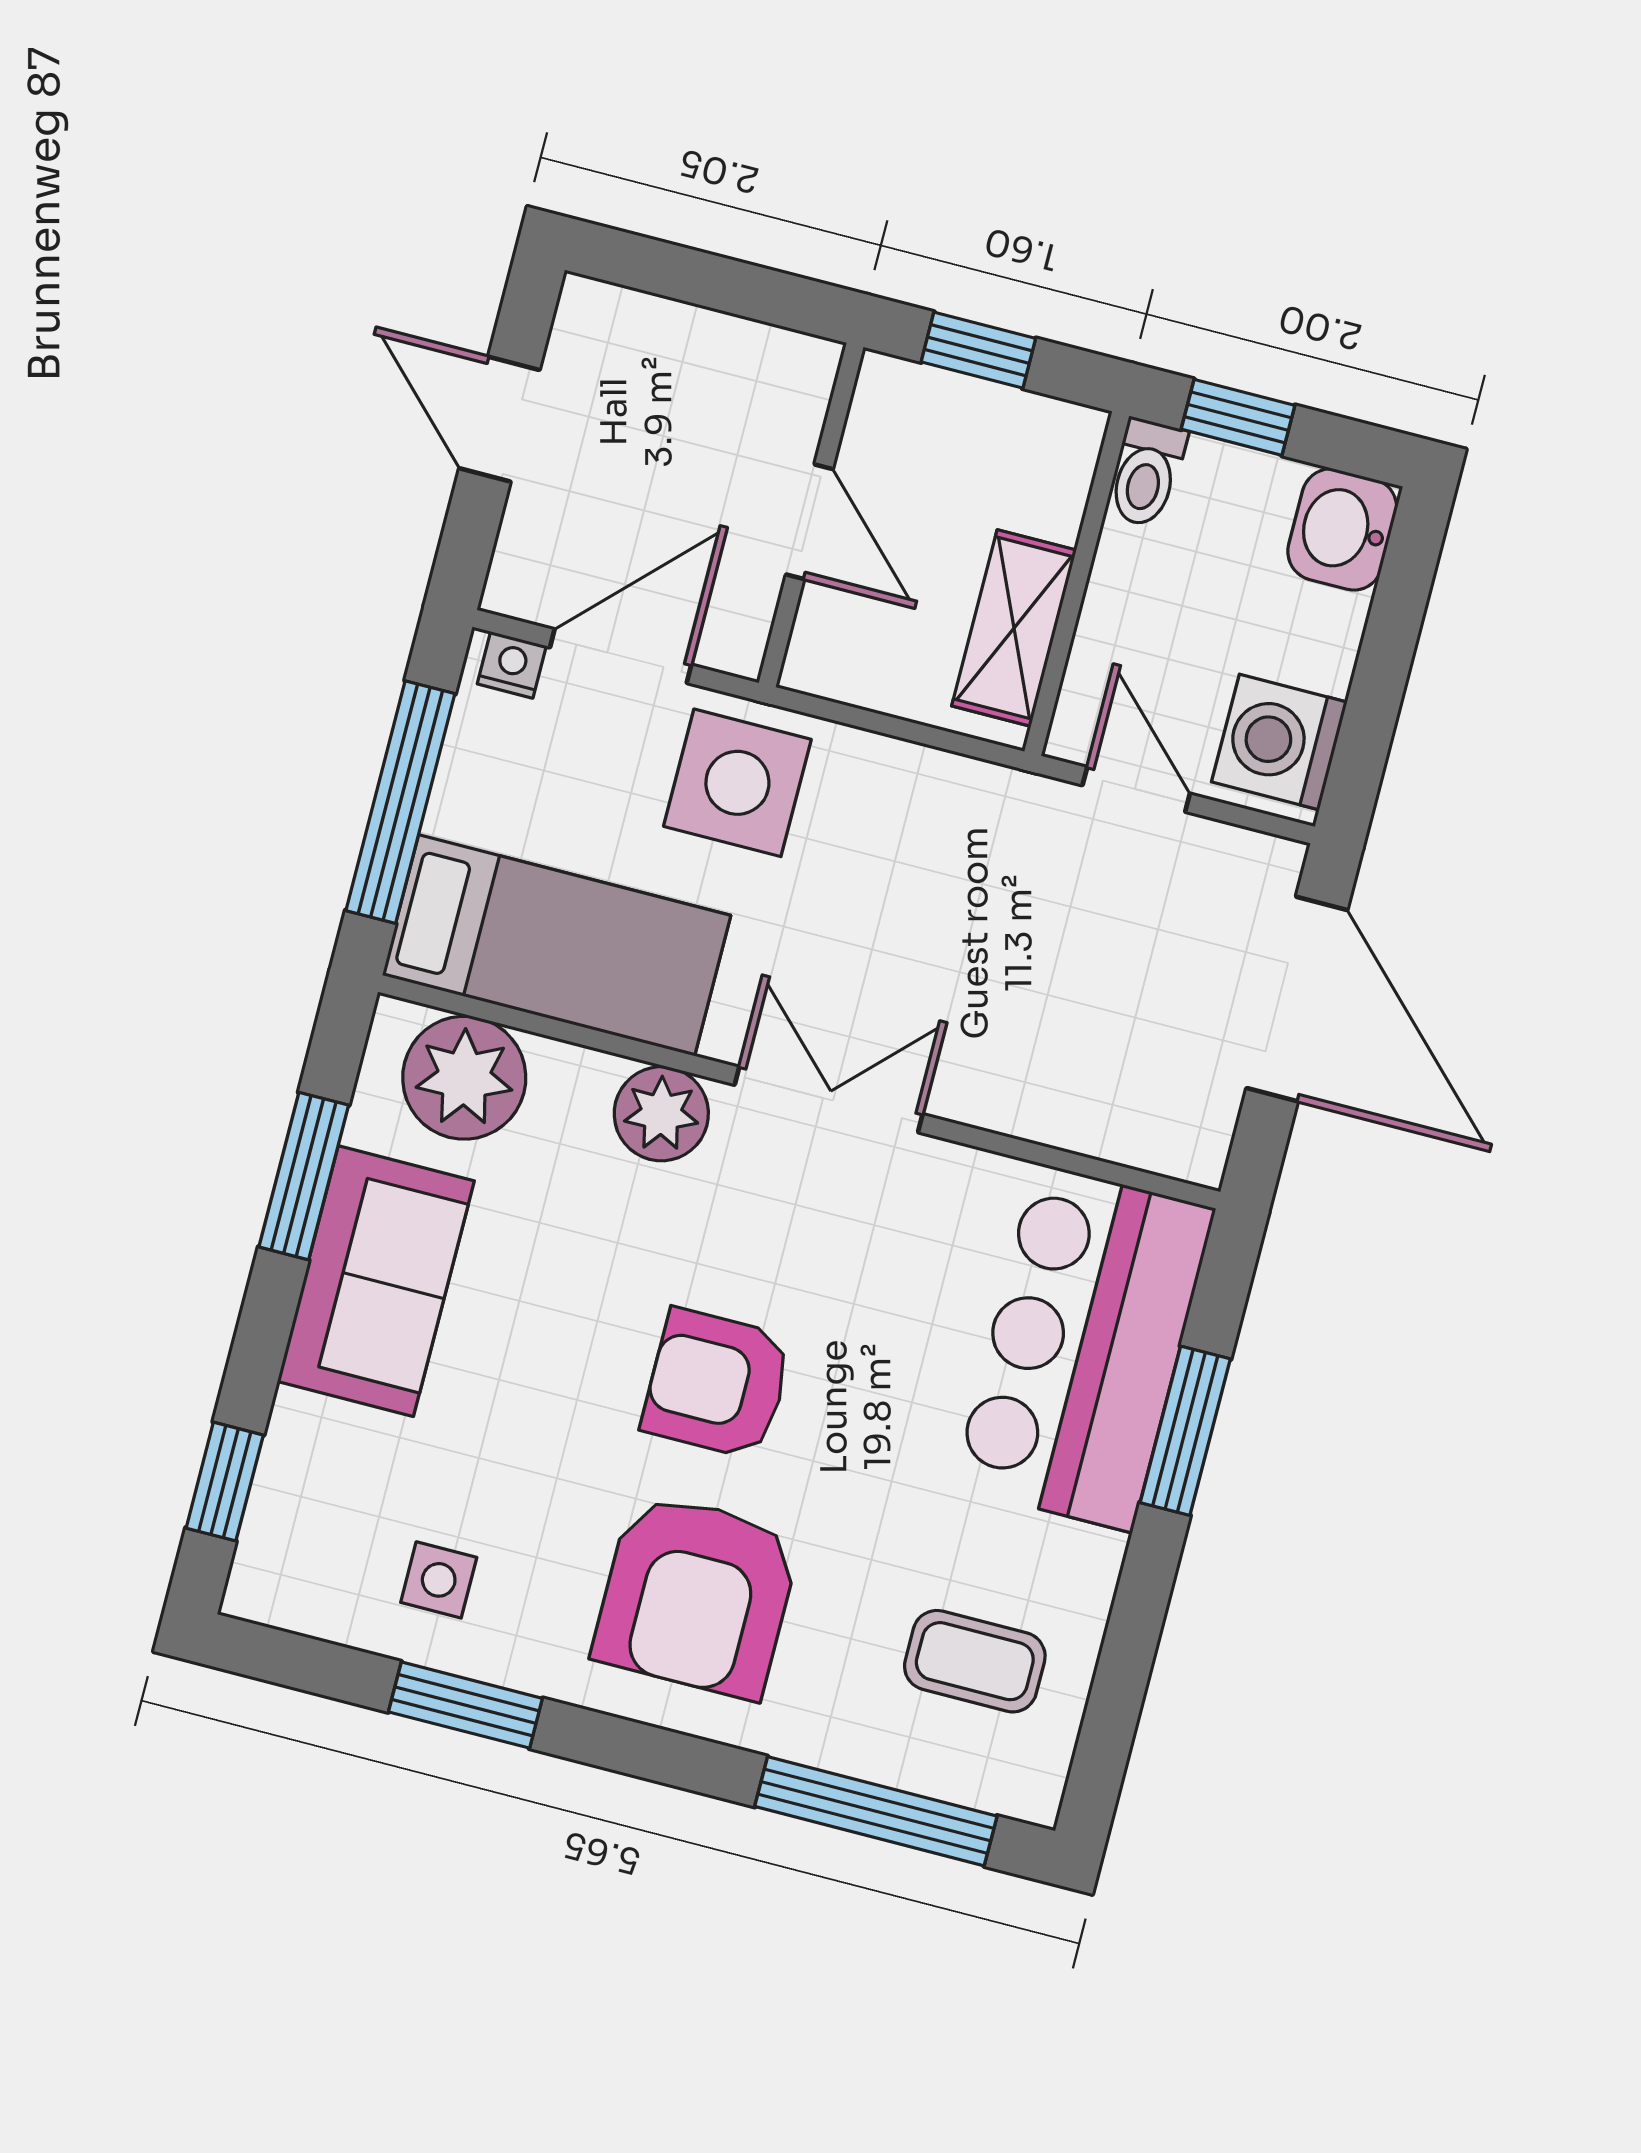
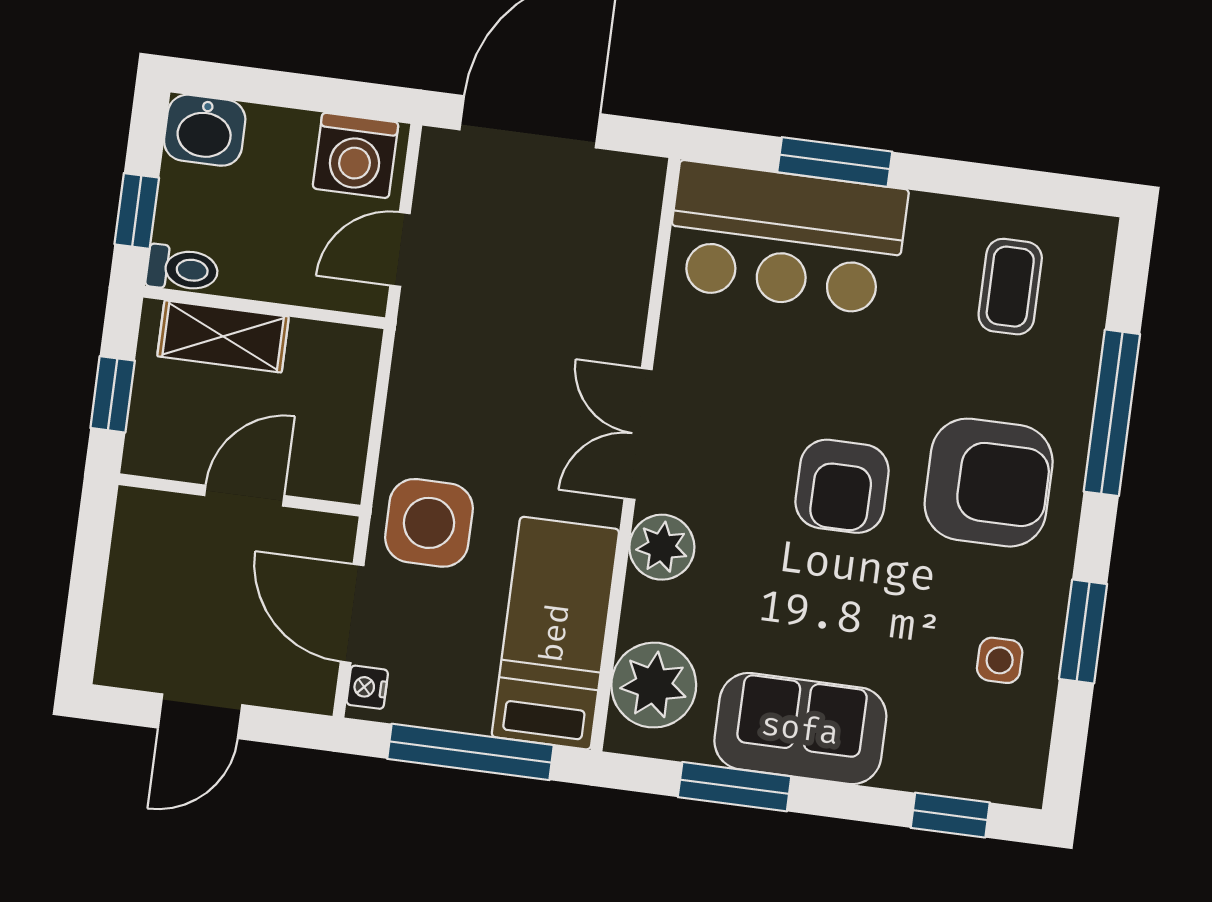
shelving: (1014, 628) -> (223, 336), moved
window: (876, 1811) -> (1112, 413), moved

